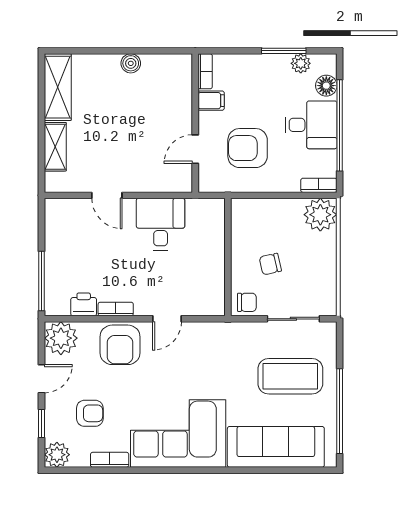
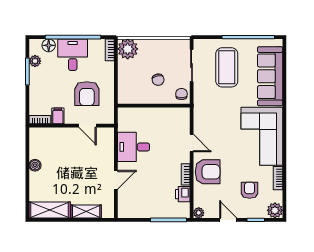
plant: (61, 338) -> (199, 213), width x0.53, depth x0.53

